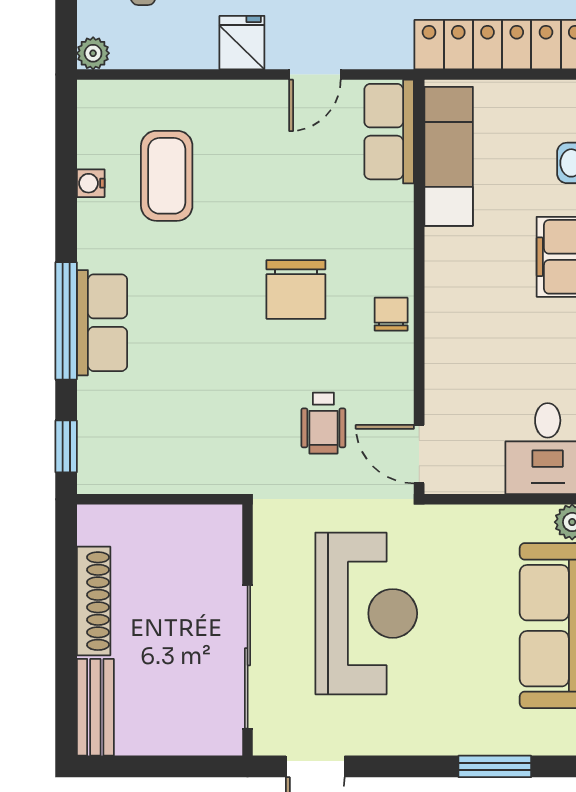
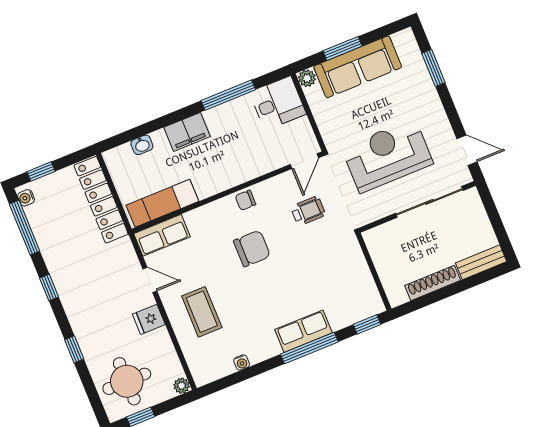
coffee table: (167, 176) -> (202, 312), moved, turned 90

